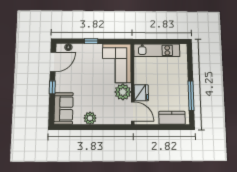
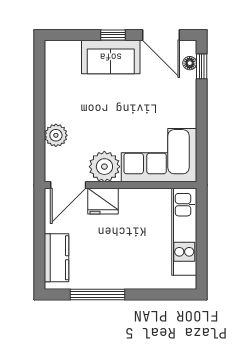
window: (91, 41) -> (202, 66), moved
sofa: (64, 108) -> (111, 57), moved
plant: (90, 118) -> (56, 135), moved

